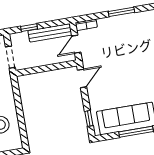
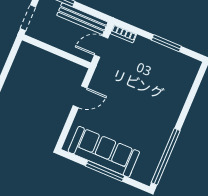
door: (82, 78) -> (80, 97), moved
window: (89, 118) -> (67, 128), removed

